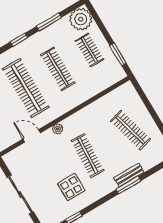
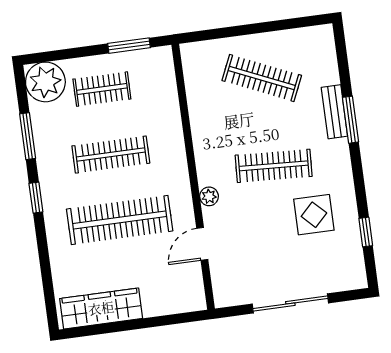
clothes rail: (130, 130) -> (262, 78), turned 39

